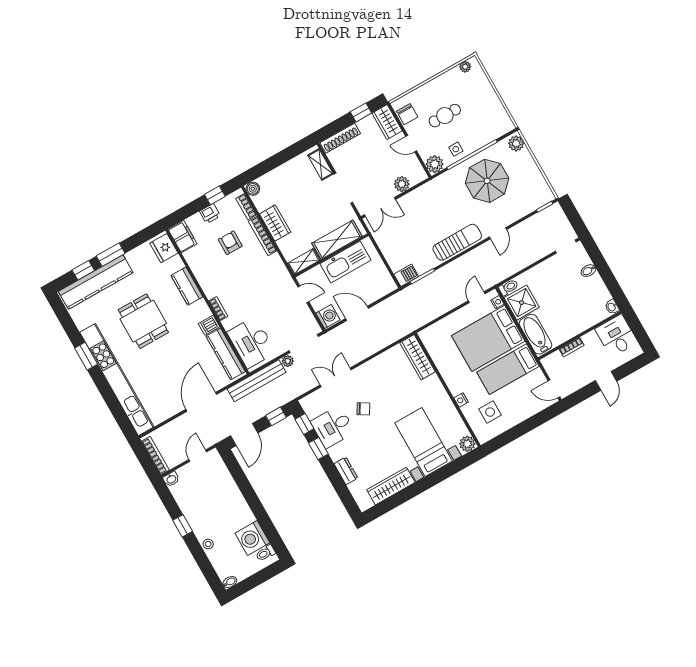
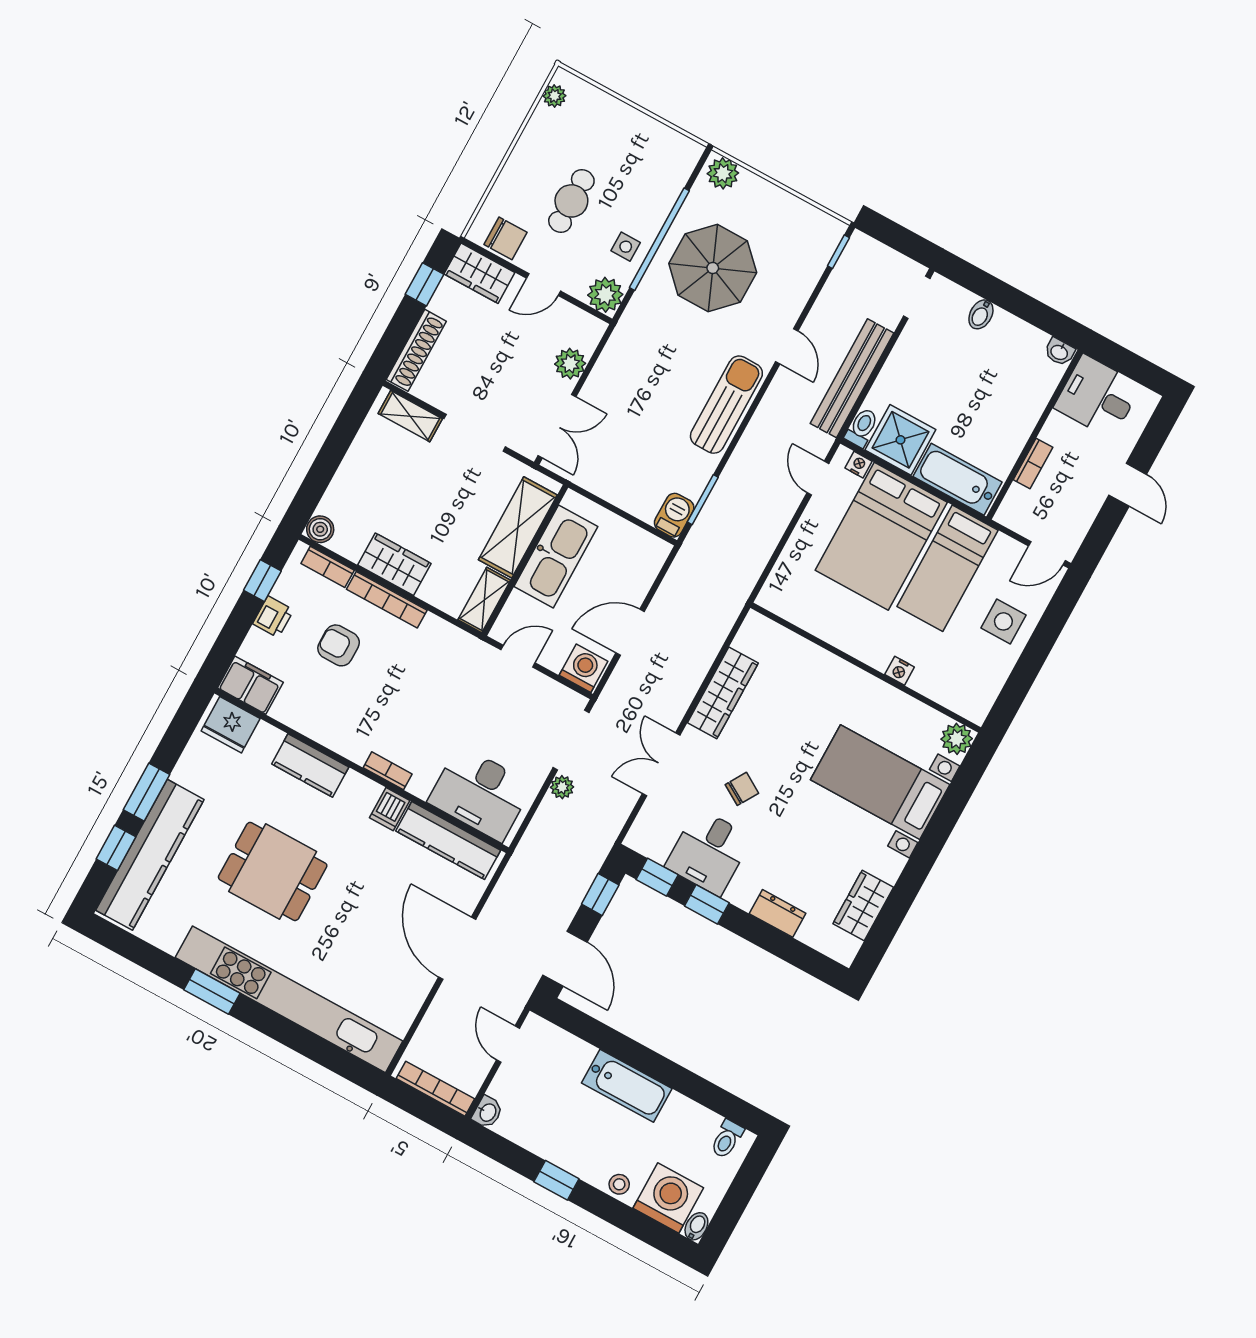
wardrobe: (418, 357) -> (723, 693), moved, turned -90
bench: (257, 381) -> (852, 378), moved
side table: (490, 412) -> (1003, 621), moved
wardrobe: (391, 486) -> (863, 906), width x0.67
bathtub: (237, 504) -> (627, 1086), added
washing machine: (252, 538) -> (668, 1198), moved, turned 180

